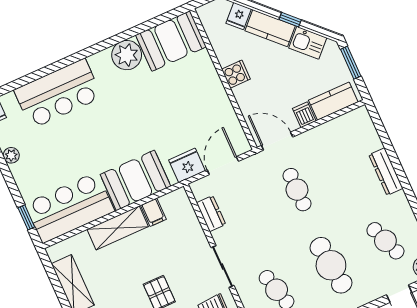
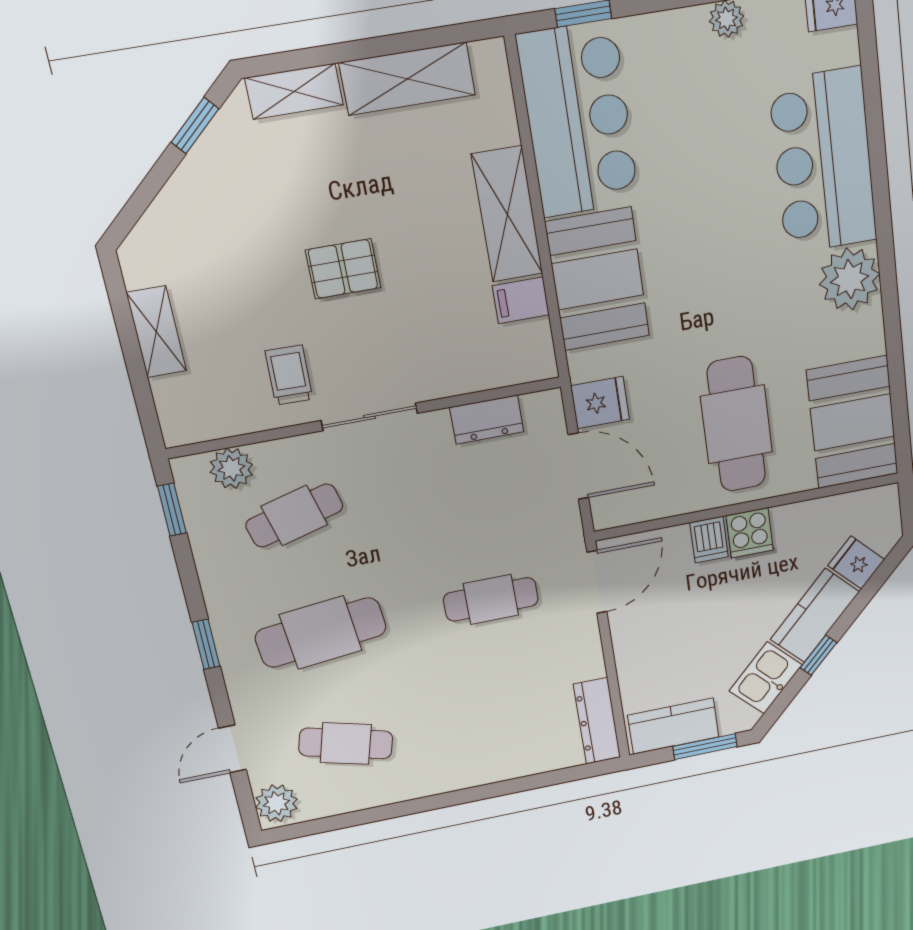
plant: (127, 55) -> (850, 279), moved
cafe table: (185, 97) -> (736, 424), added
kitchen counter: (333, 101) -> (673, 726), moved, turned -90
dishwasher: (304, 115) -> (709, 540), moved, turned 90
fridge: (187, 165) -> (600, 403), width x0.72
dresser: (386, 172) -> (597, 721), moved, turned -90
cafe table: (385, 241) -> (346, 743), turned 36

